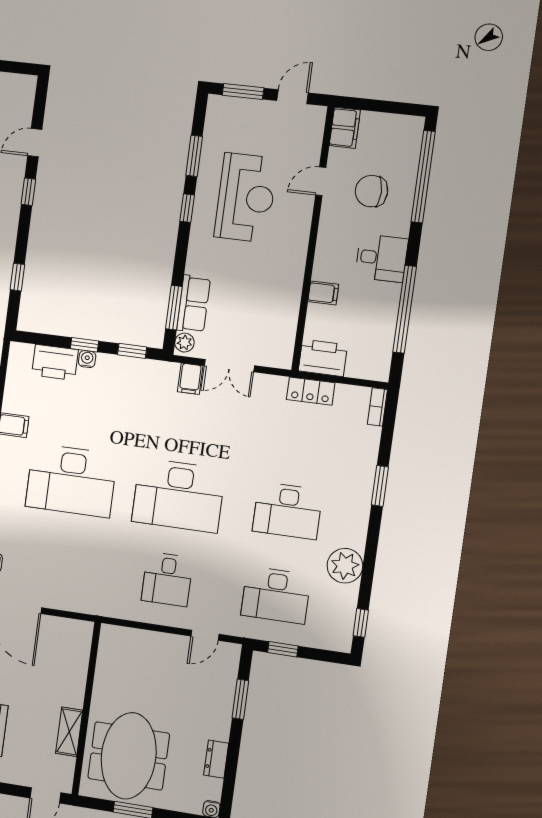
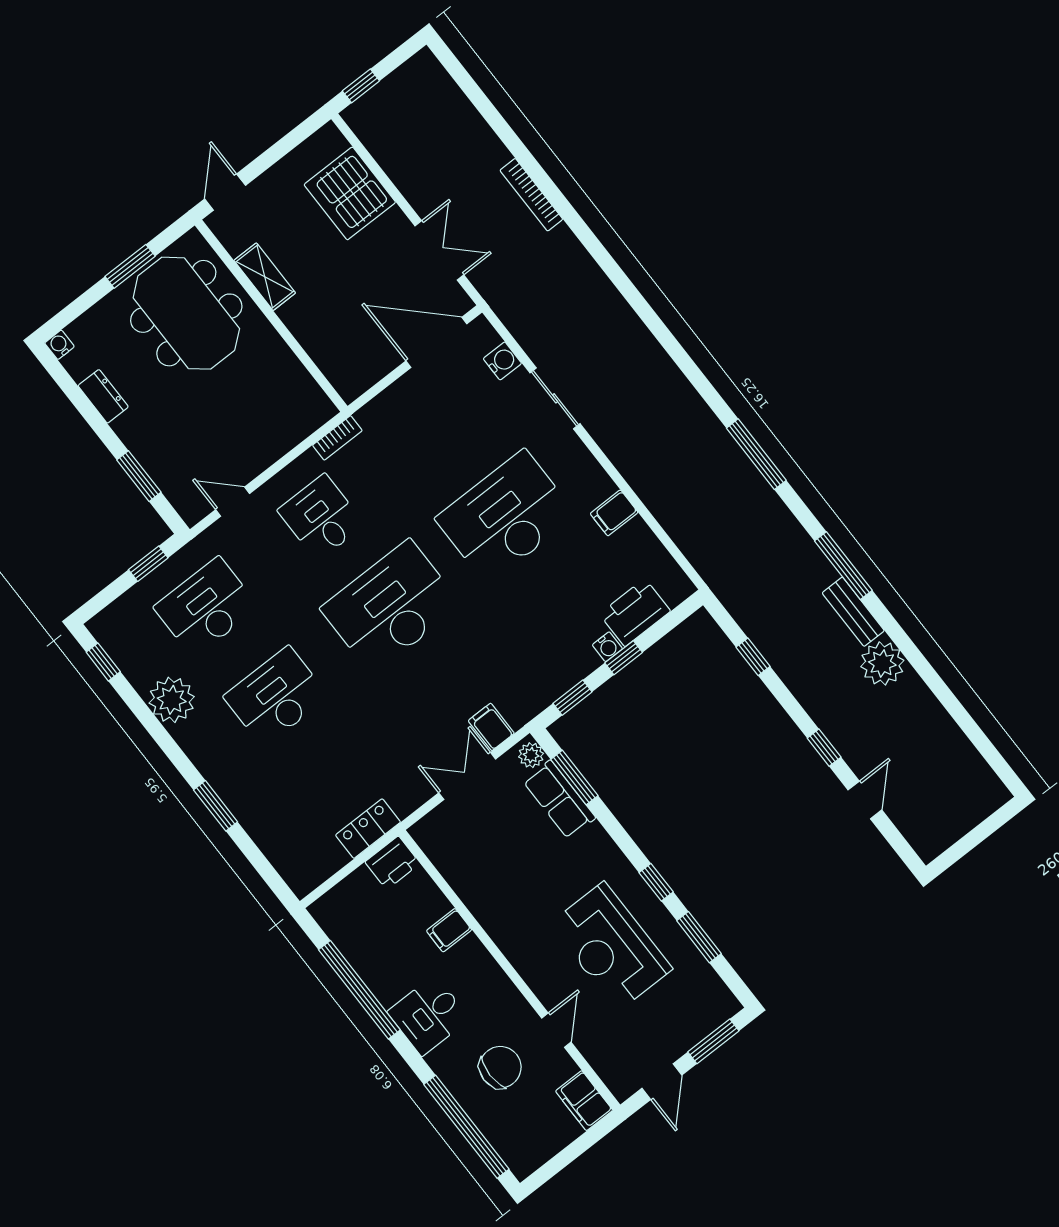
printer: (323, 358) -> (392, 863), width x0.73, depth x0.84
bookcase: (377, 407) -> (337, 438), moved, turned 90
door: (205, 635) -> (233, 502), hinge flipped

